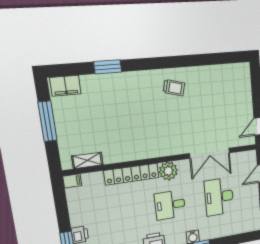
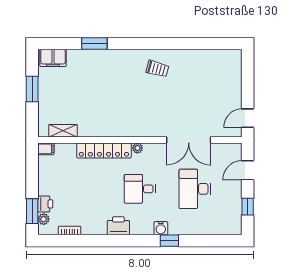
window: (48, 121) -> (32, 89), width x0.69
plant: (168, 171) -> (137, 148), width x0.53, depth x0.53

